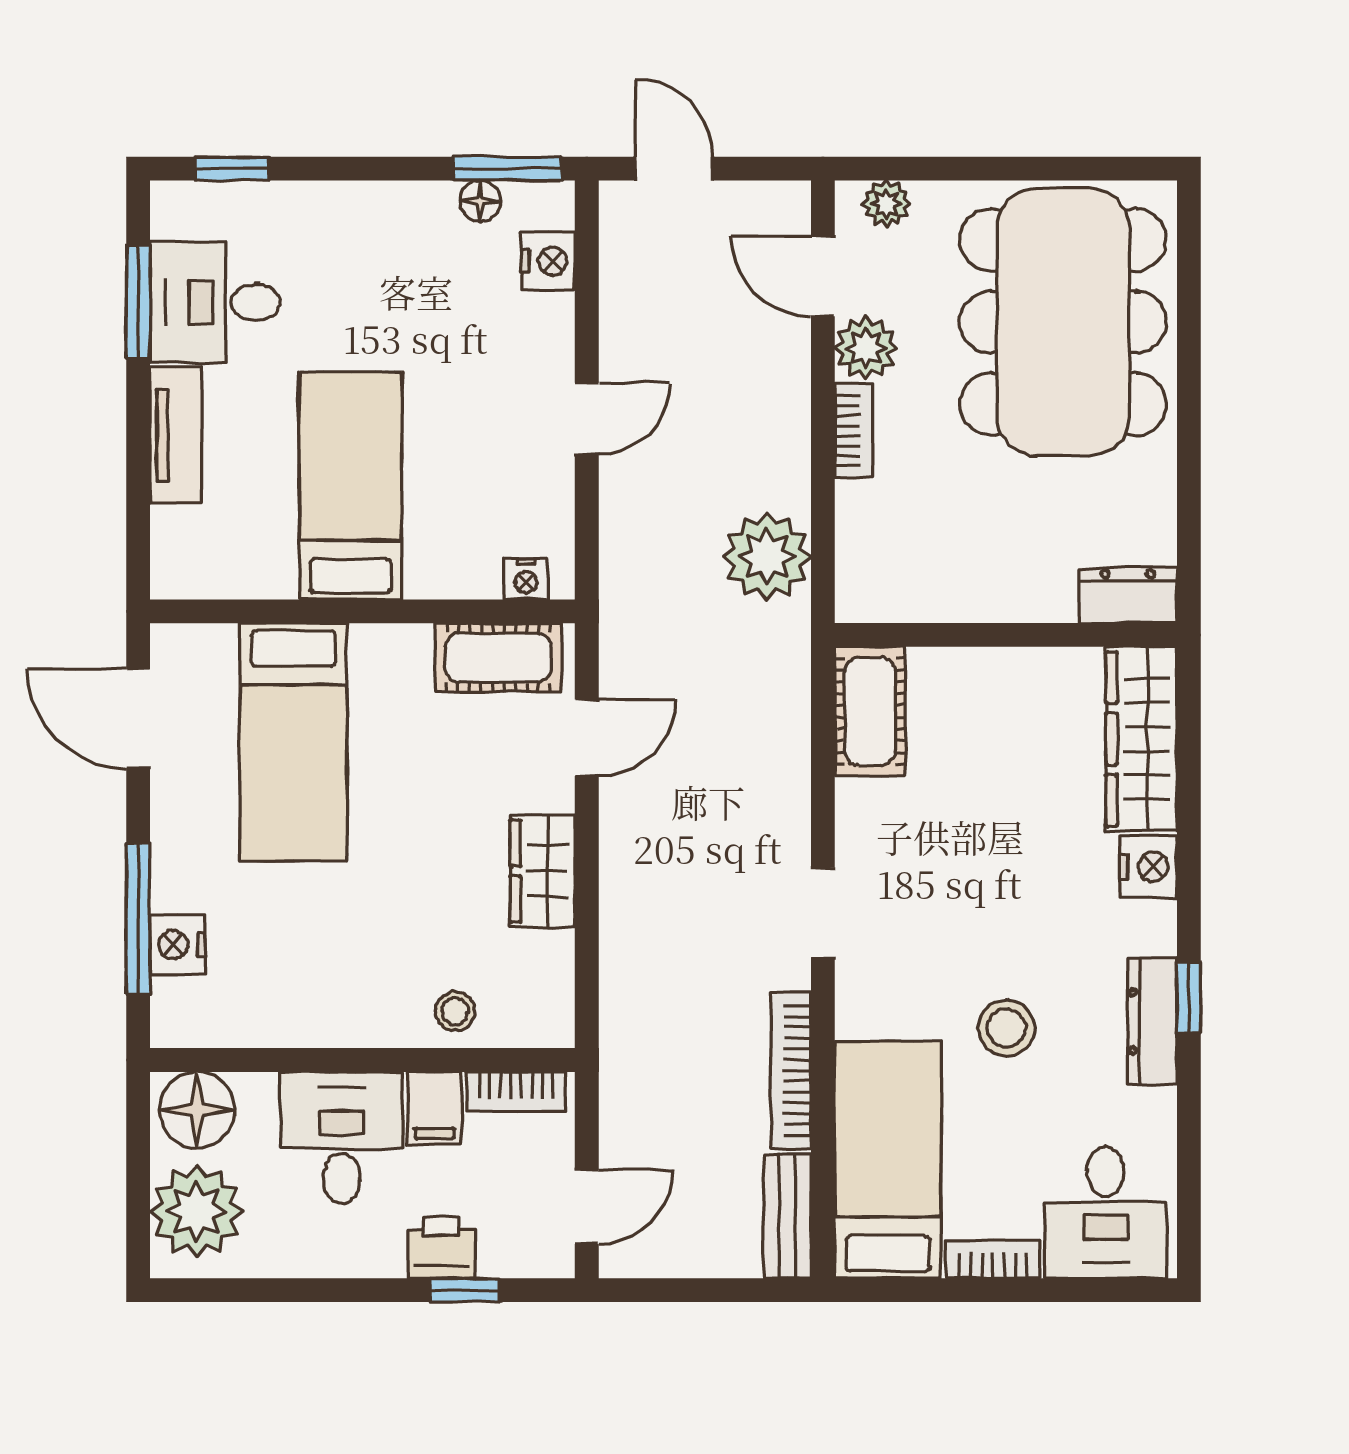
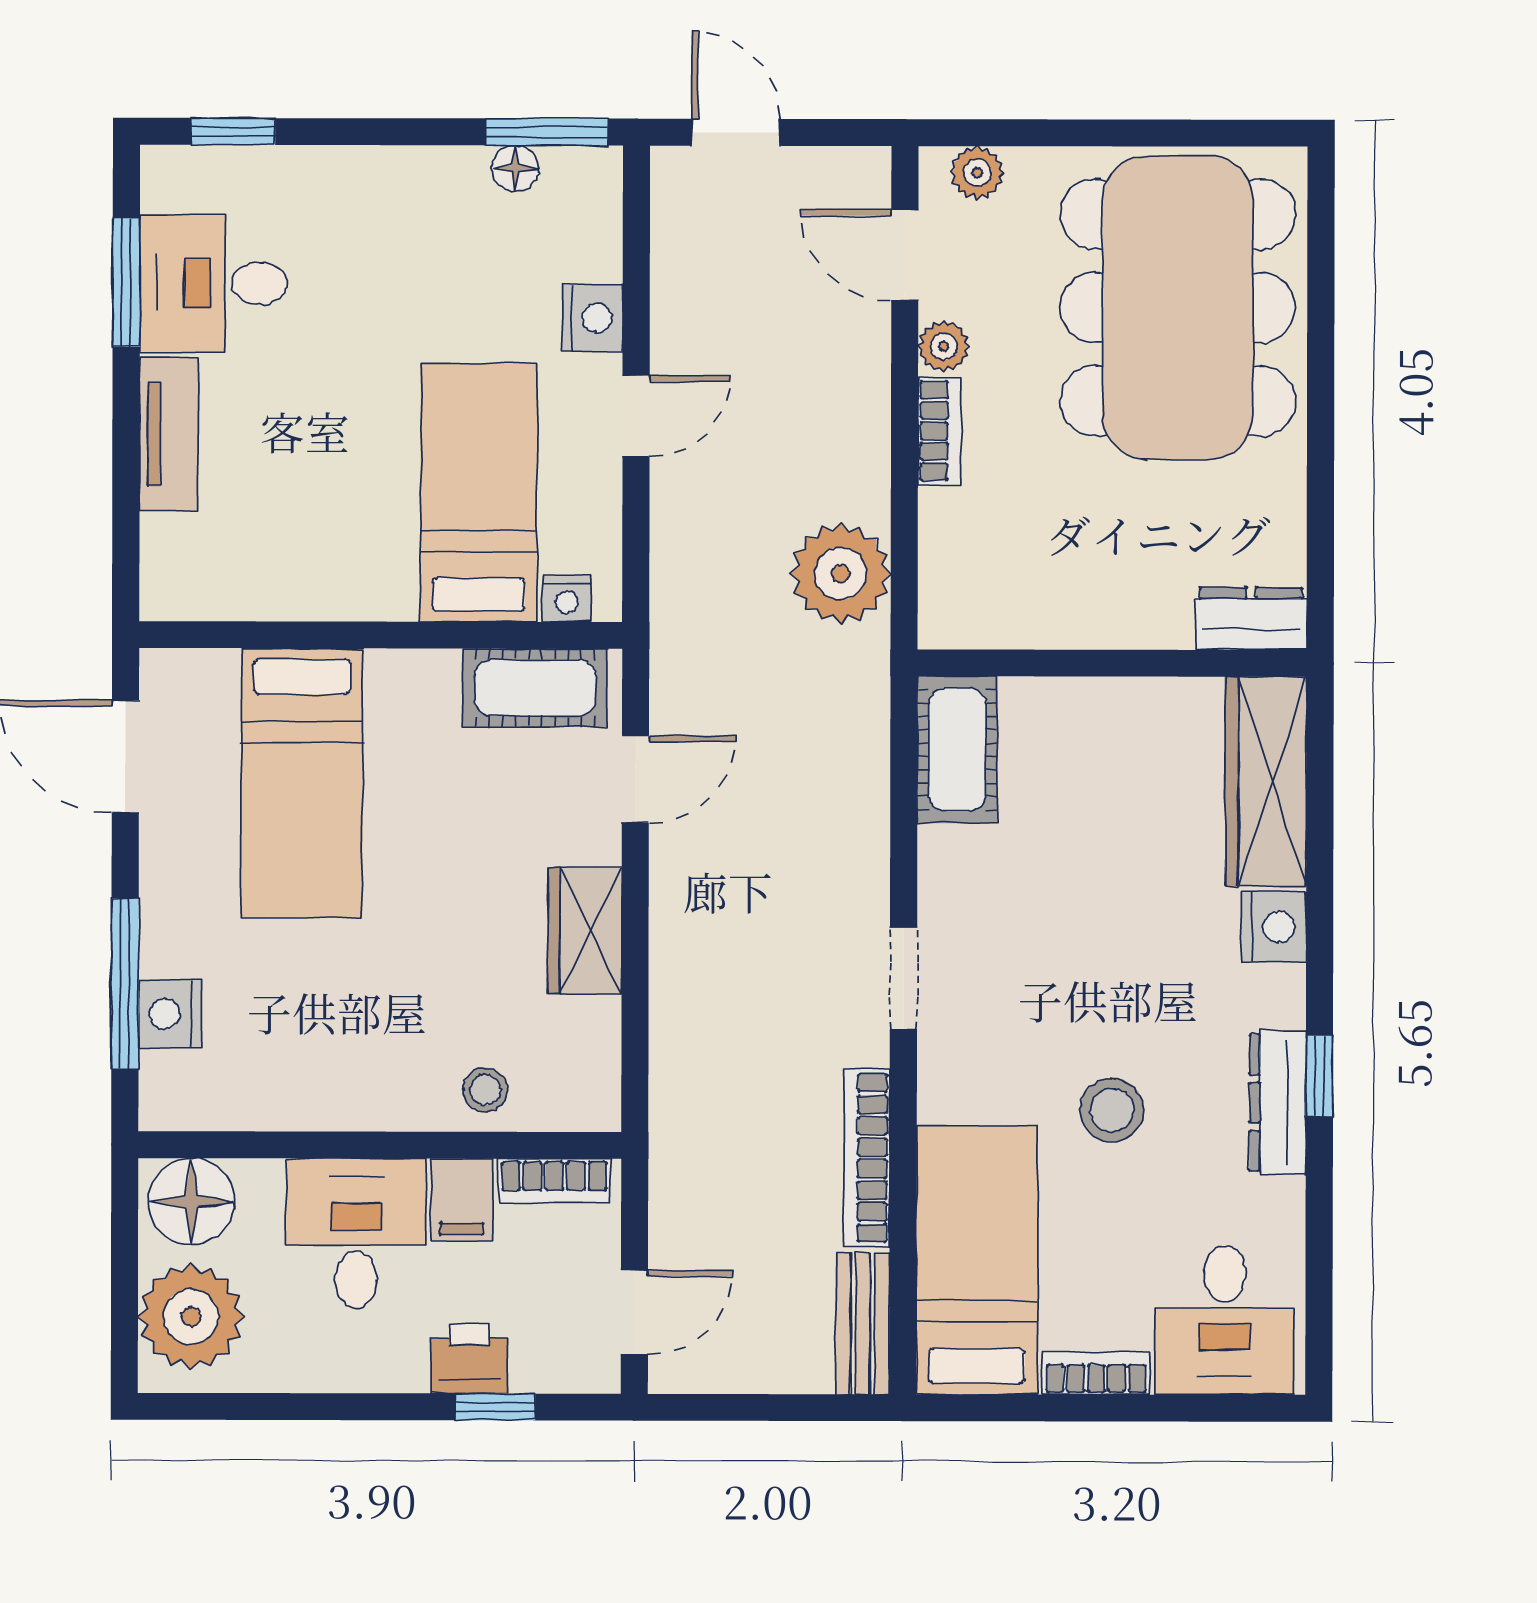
nightstand: (548, 261) -> (592, 318), moved
plant: (866, 348) -> (944, 346), width x0.73, depth x0.73
bed: (351, 486) -> (479, 492), moved

